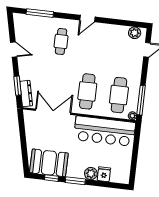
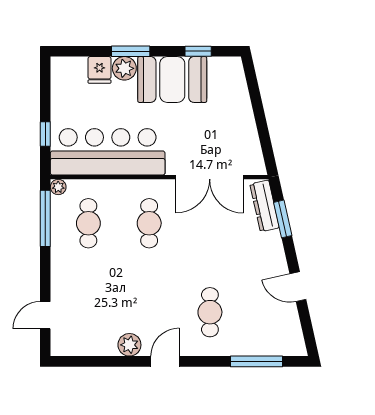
plant: (135, 33) -> (129, 345), moved
cafe table: (87, 91) -> (149, 223), width x0.73, depth x0.74
cafe table: (119, 95) -> (88, 223), width x0.73, depth x0.74
window: (136, 144) -> (45, 134), added
booth: (49, 163) -> (172, 79), moved
window: (75, 181) -> (131, 51), moved

